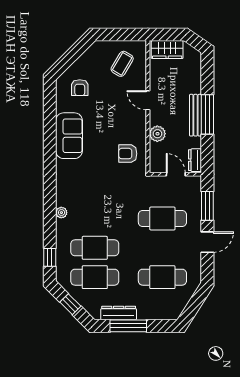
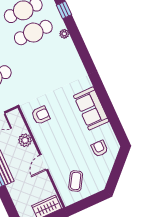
door: (148, 100) -> (44, 162), swing flipped
plant: (61, 213) -> (64, 34), moved

